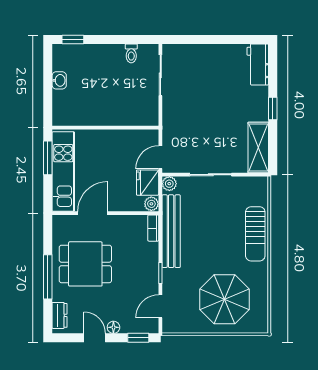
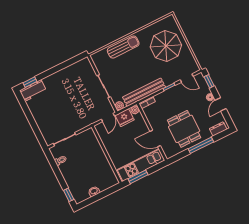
window: (273, 108) -> (30, 82), moved
shelving: (258, 147) -> (77, 68), removed
door: (160, 157) -> (108, 118), hinge flipped

